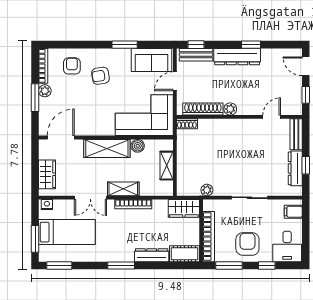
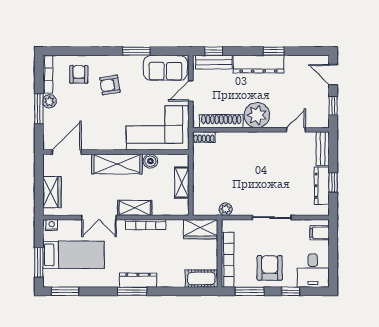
plant: (230, 109) -> (257, 115), width x1.88, depth x1.88
dresser: (152, 255) -> (138, 280), moved

